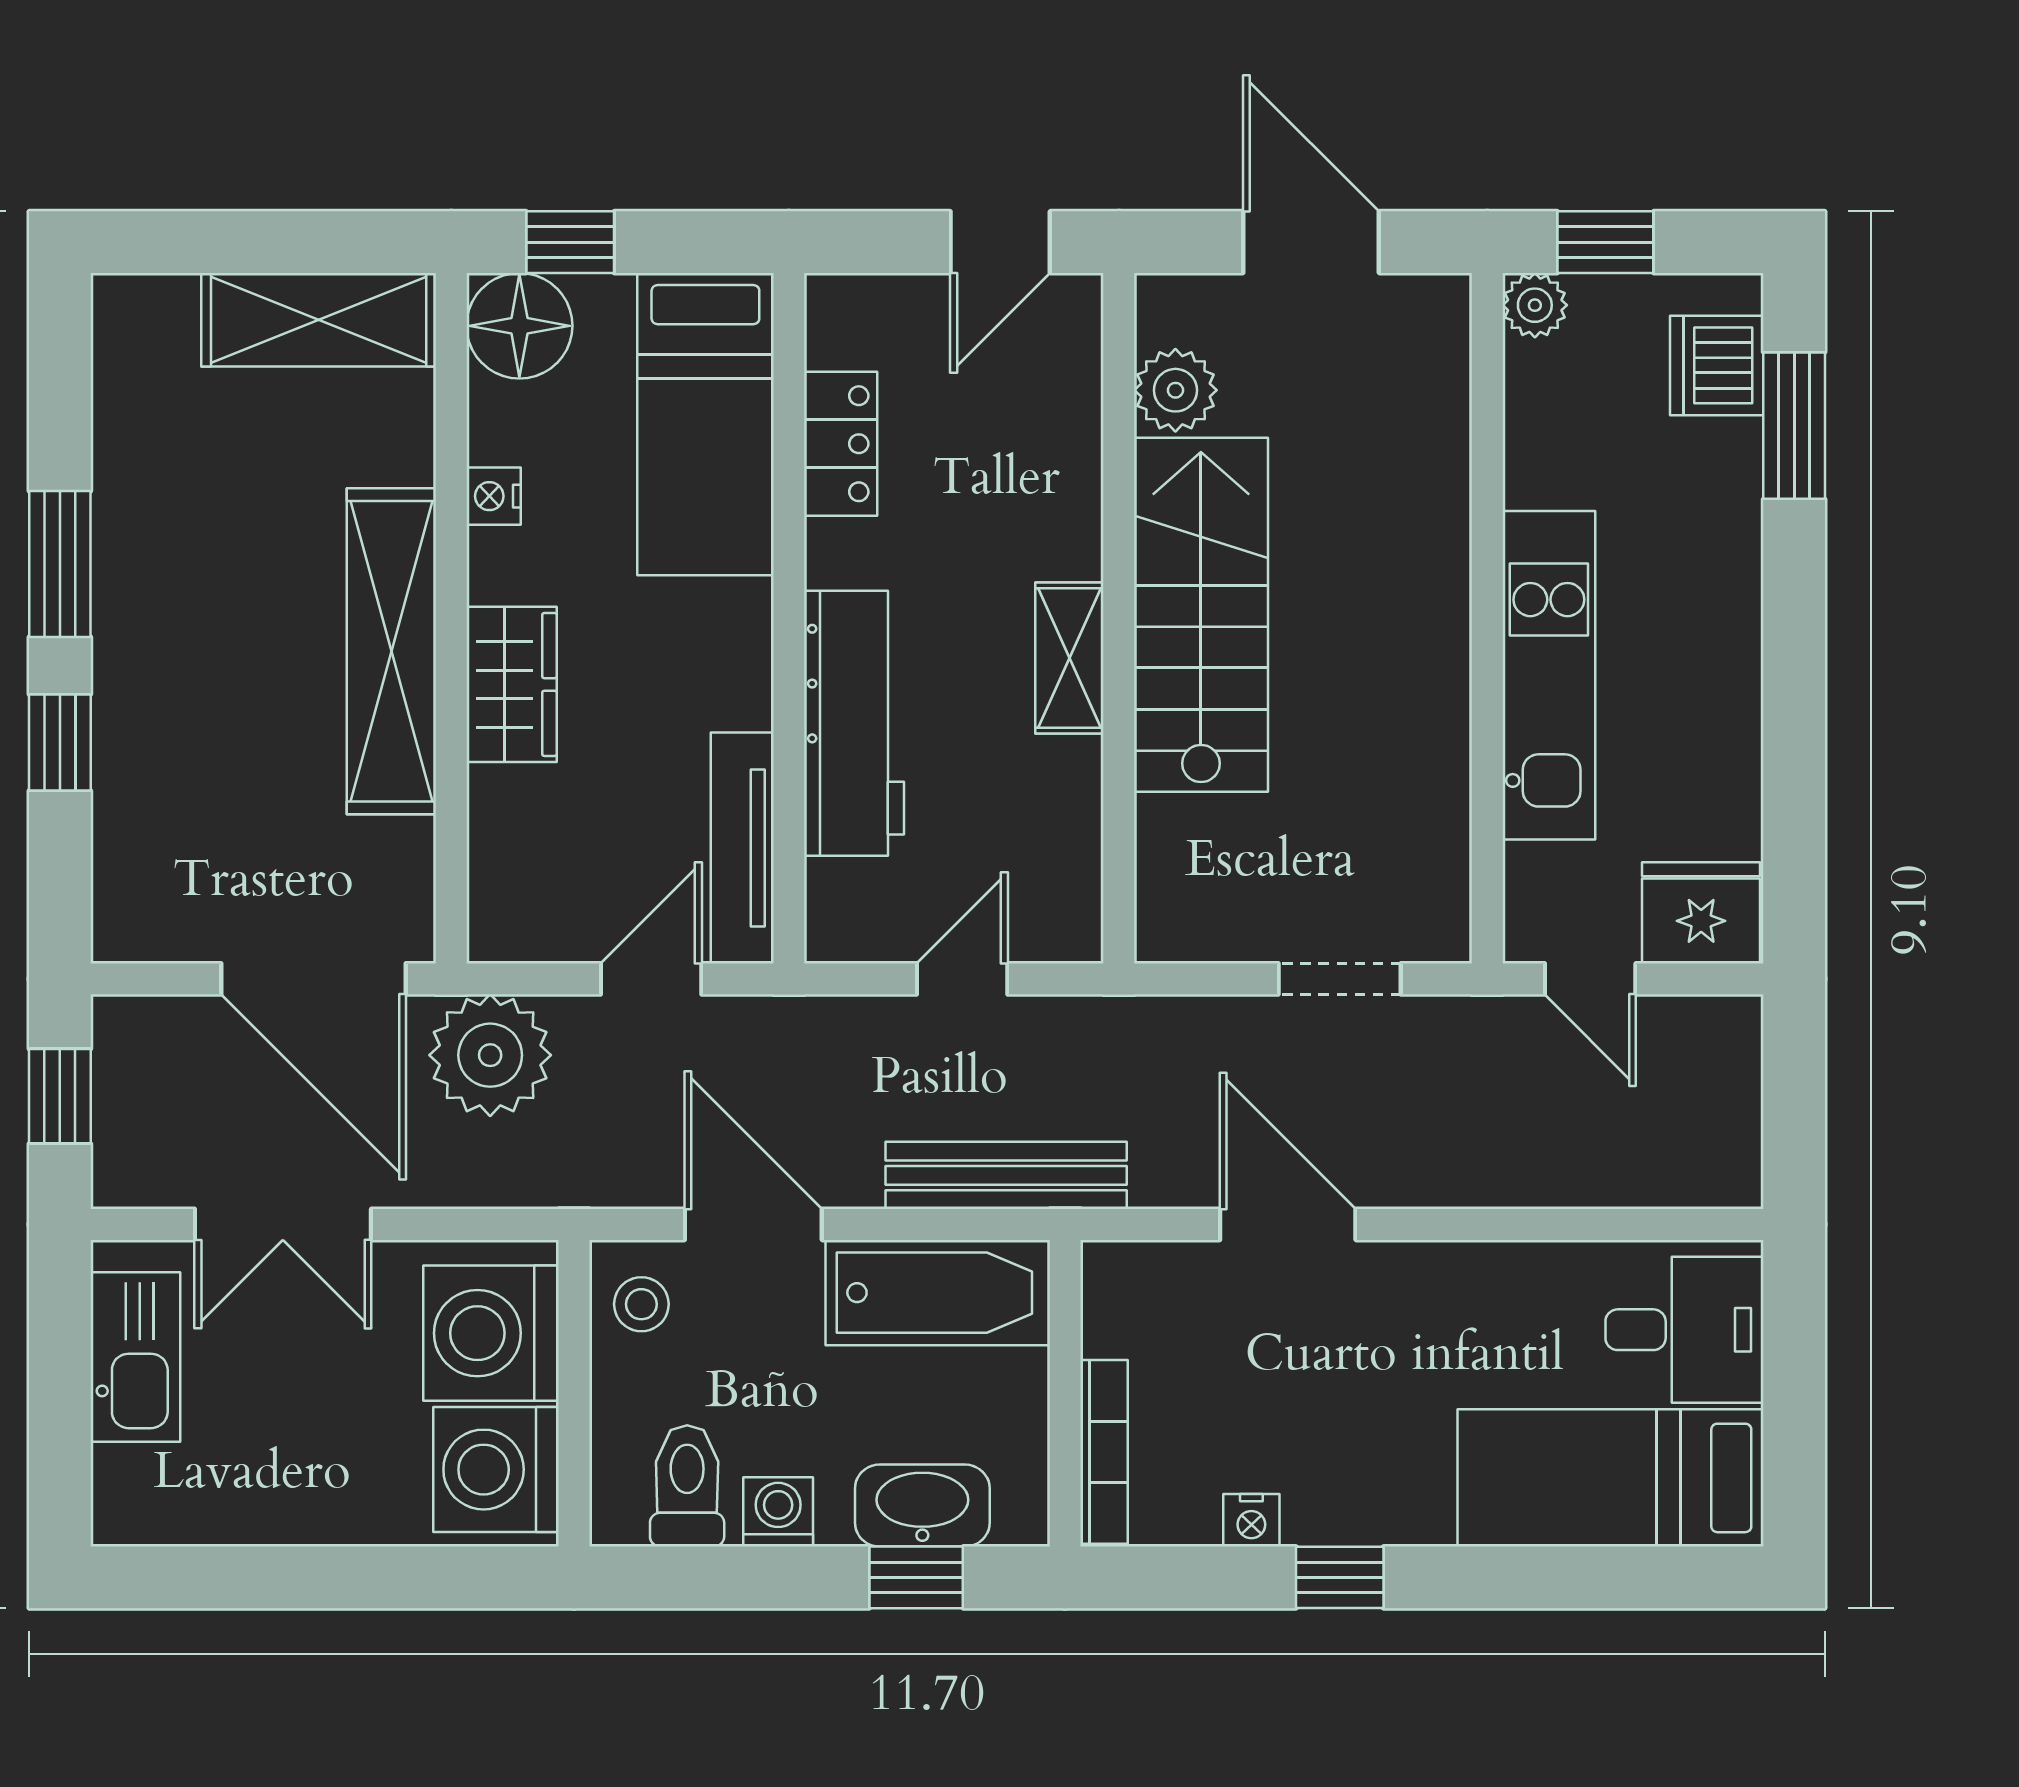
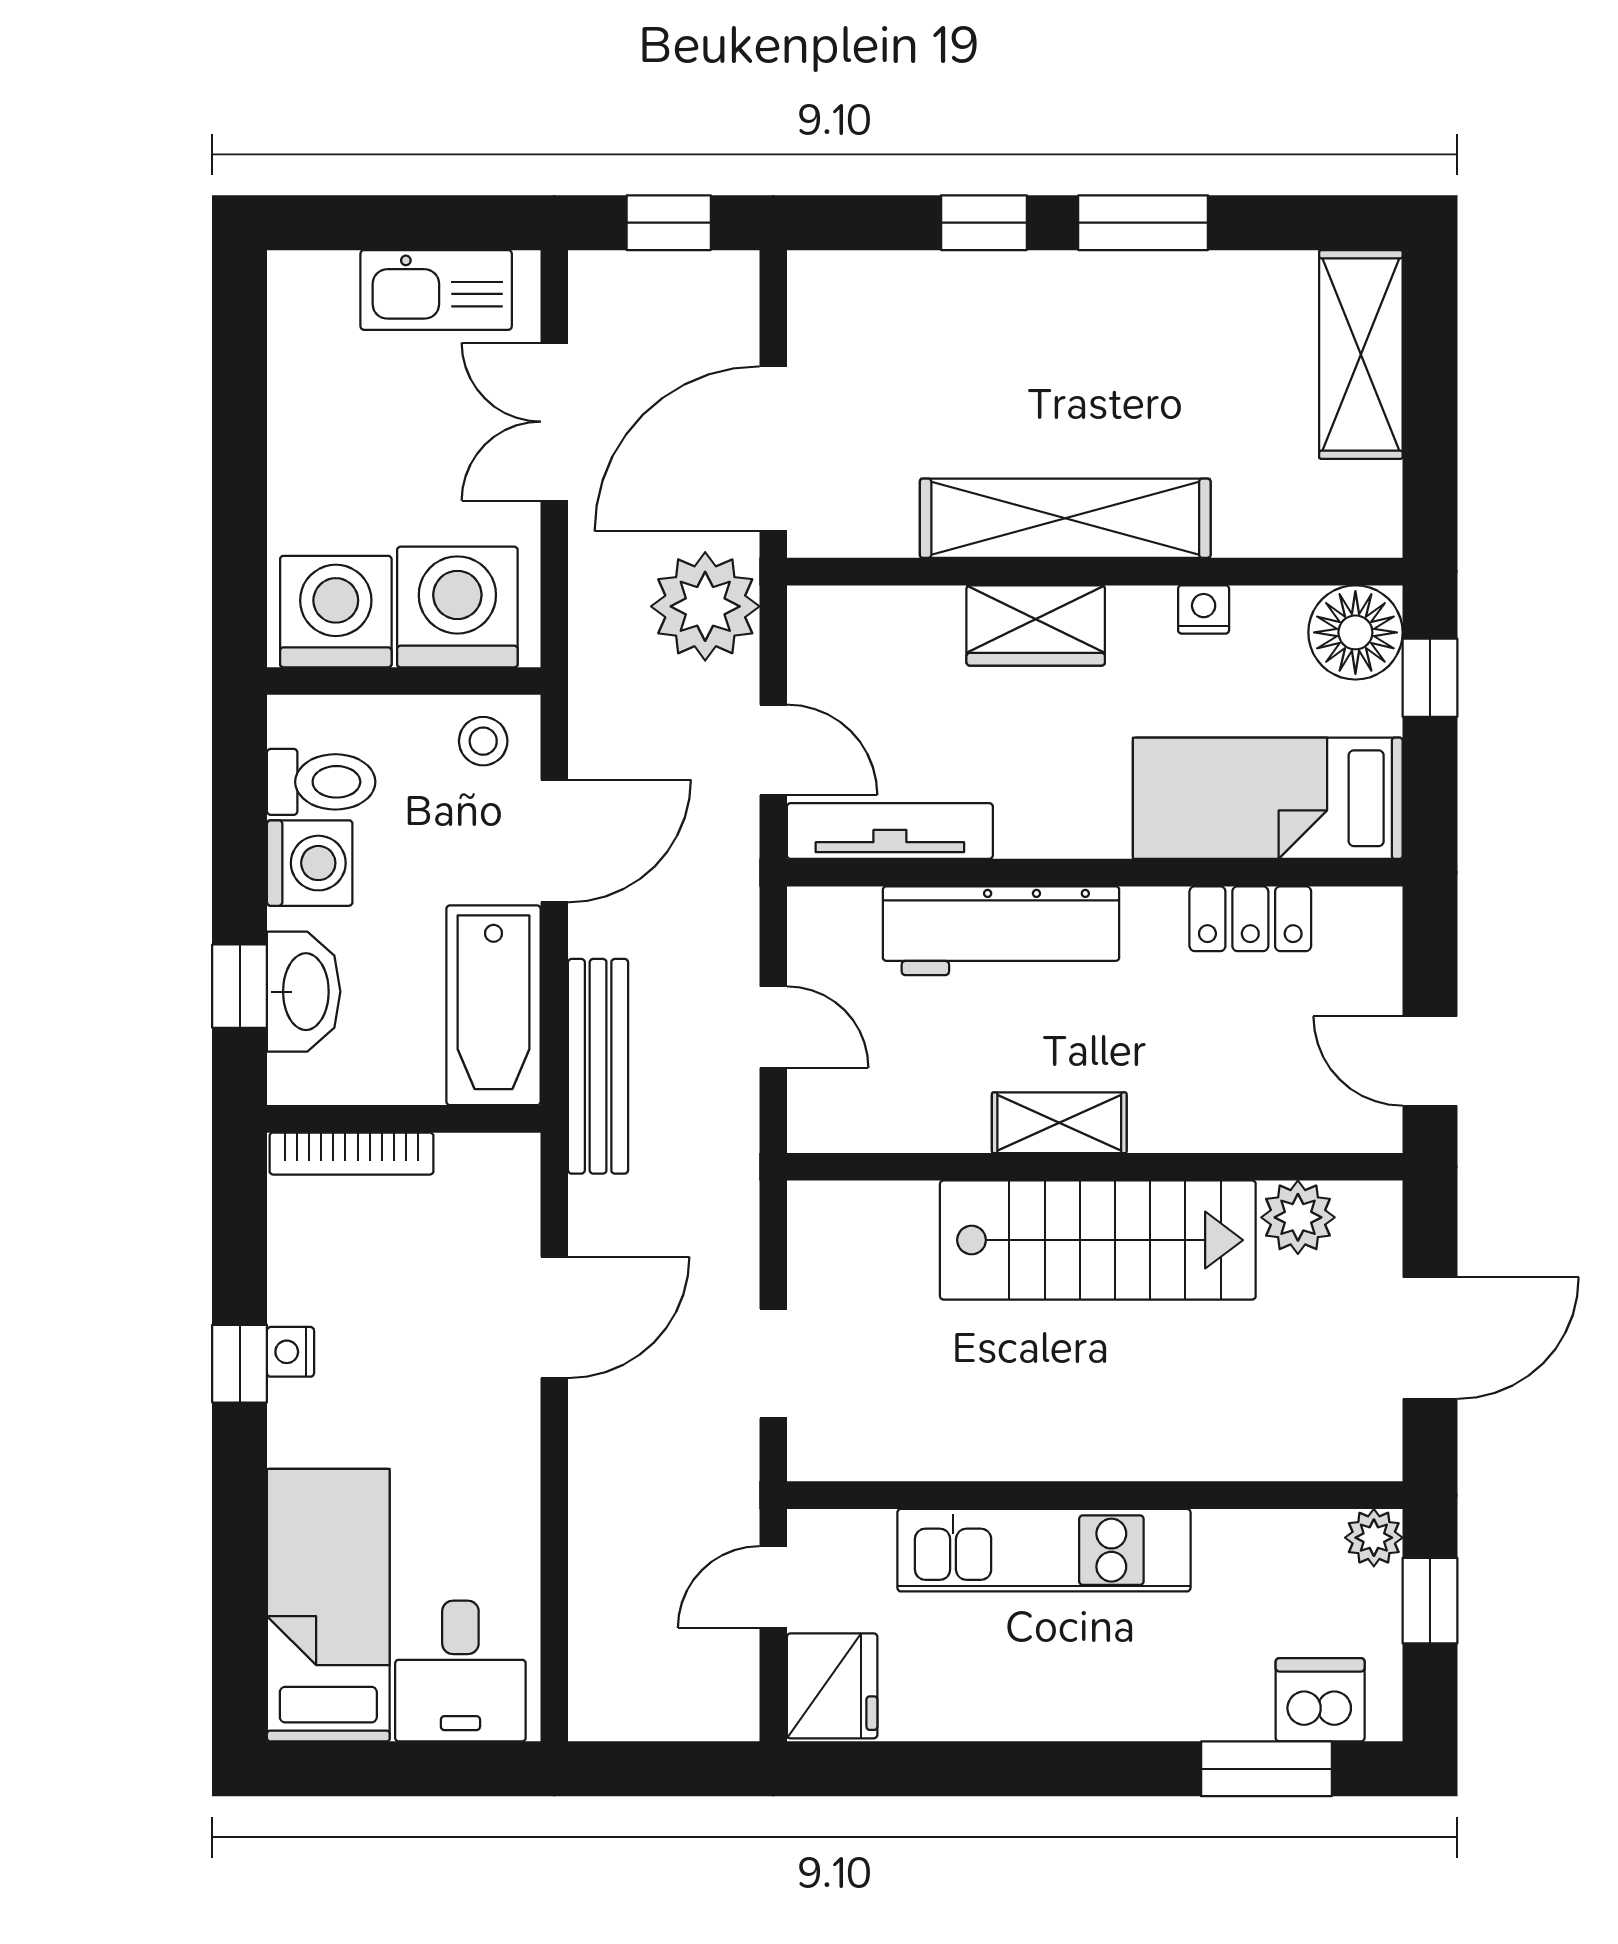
shelving: (319, 320) -> (1361, 355), moved
washing machine: (778, 1512) -> (310, 863), width x1.38, depth x1.38
nightstand: (1251, 1520) -> (290, 1352), moved

